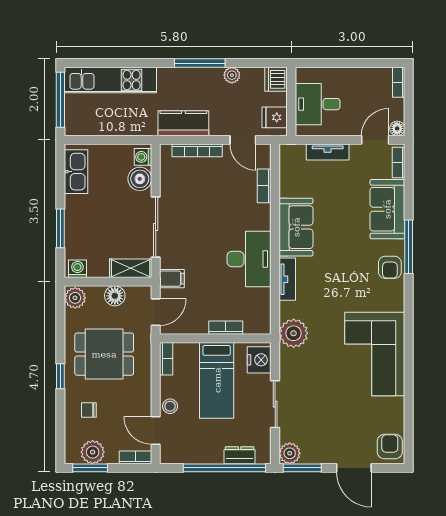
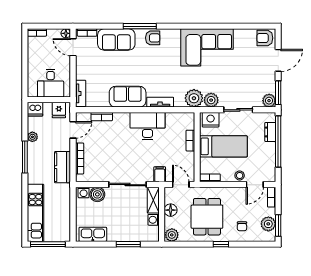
tv unit: (328, 152) -> (81, 93), moved
washing machine: (77, 269) -> (154, 220), moved
plant: (291, 361) -> (211, 100), added

